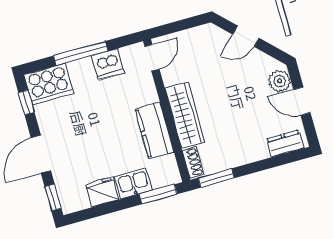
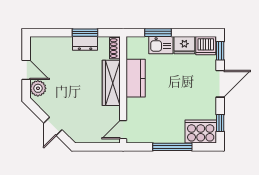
door: (246, 36) -> (53, 126), swing flipped
dishwasher: (108, 64) -> (206, 46), moved, turned 180
dresser: (285, 144) -> (85, 43), moved
window: (216, 178) -> (85, 33), moved
window: (158, 194) -> (158, 33), moved

